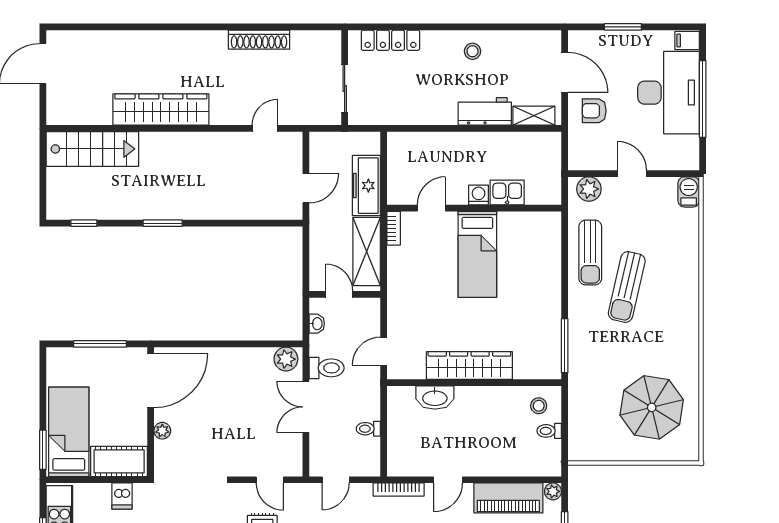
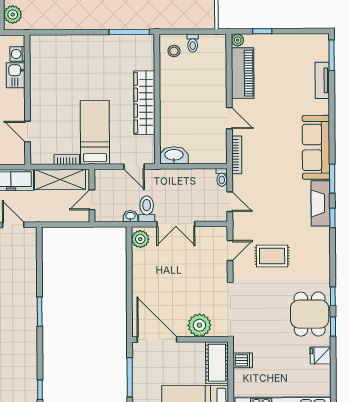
washing machine: (479, 195) -> (17, 54), moved
window: (163, 223) -> (40, 312), moved
bookcase: (394, 228) -> (67, 159), moved
sun lounger: (590, 253) -> (60, 13), removed
bed: (477, 254) -> (95, 132), moved, turned -90
washbasin: (317, 324) -> (130, 216), moved
washbasin: (435, 398) -> (174, 155), moved, turned -90
toilet: (368, 429) -> (222, 177), moved
plant: (162, 431) -> (199, 325), width x1.88, depth x1.88

